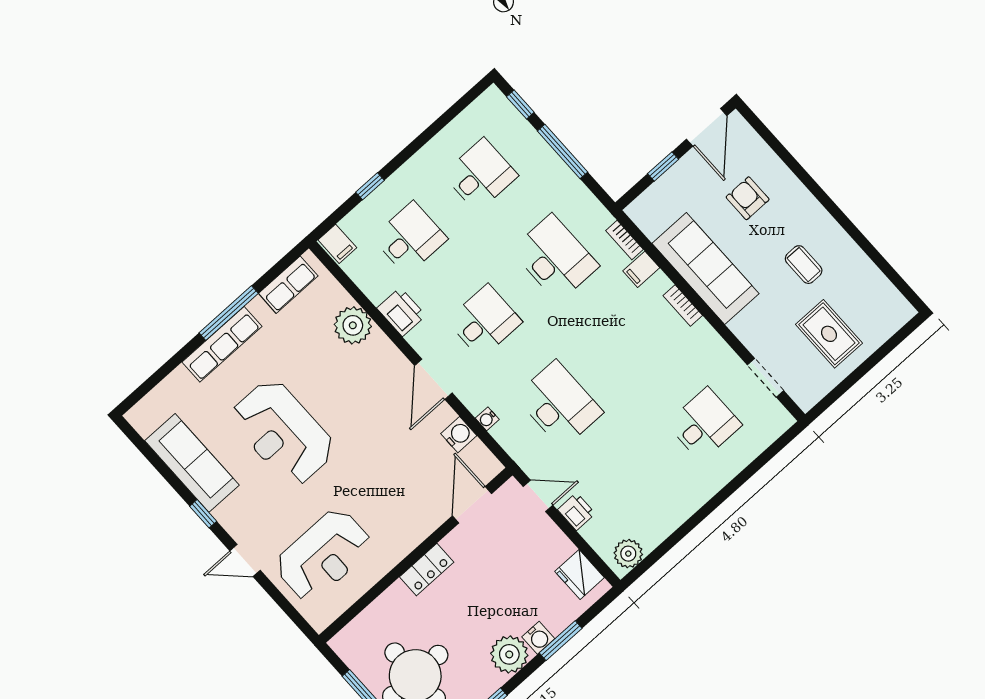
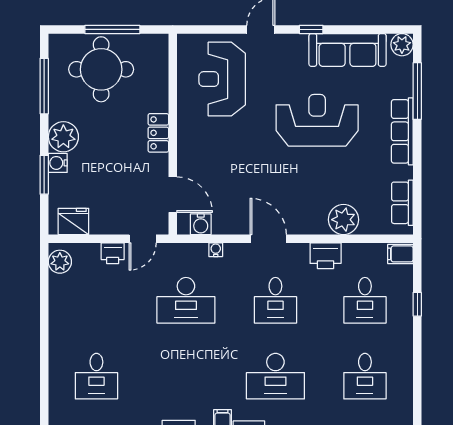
window: (229, 313) -> (417, 91), moved
plant: (142, 417) -> (402, 45), added
water cooler: (459, 435) -> (201, 224), moved

